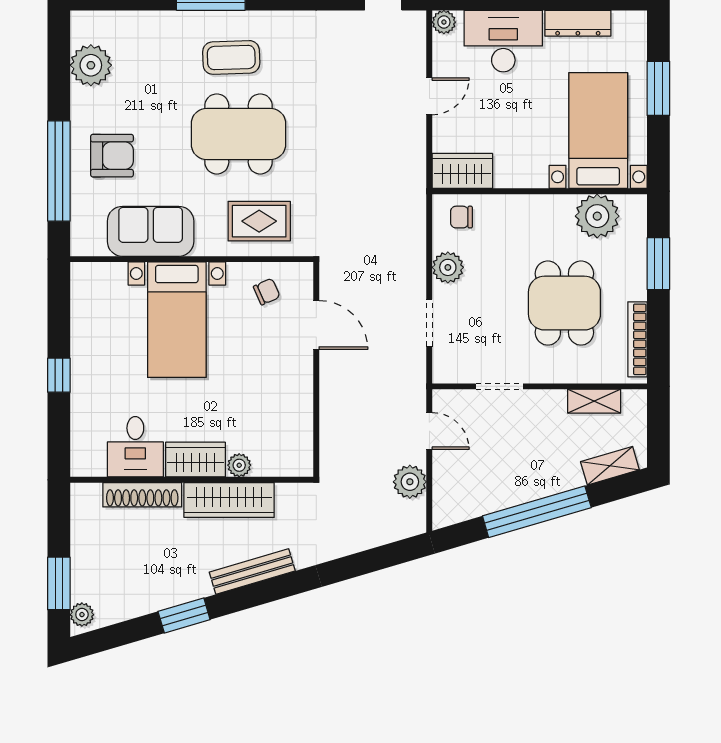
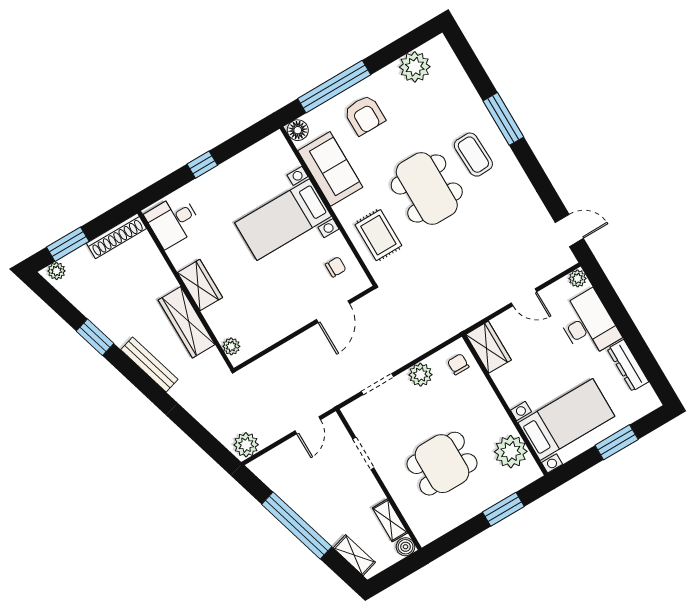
floor lamp: (84, 242) -> (298, 130), added
chair: (267, 292) -> (336, 267), turned -66
bookcase: (637, 339) -> (447, 525), removed
boiler: (635, 401) -> (405, 547), added
desk: (135, 447) -> (173, 221), moved
plant: (239, 465) -> (231, 346), moved
plant: (410, 482) -> (246, 445), moved
shoe rack: (142, 495) -> (116, 236), moved, turned -90

